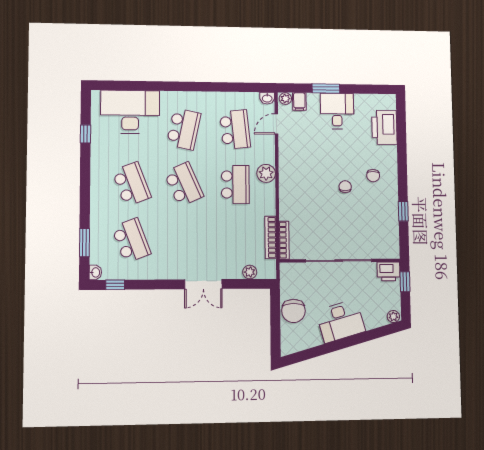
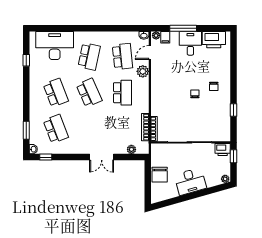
window: (326, 89) -> (183, 28), width x1.44
printer: (384, 127) -> (214, 40), moved, turned -90
plant: (266, 173) -> (143, 71), moved

